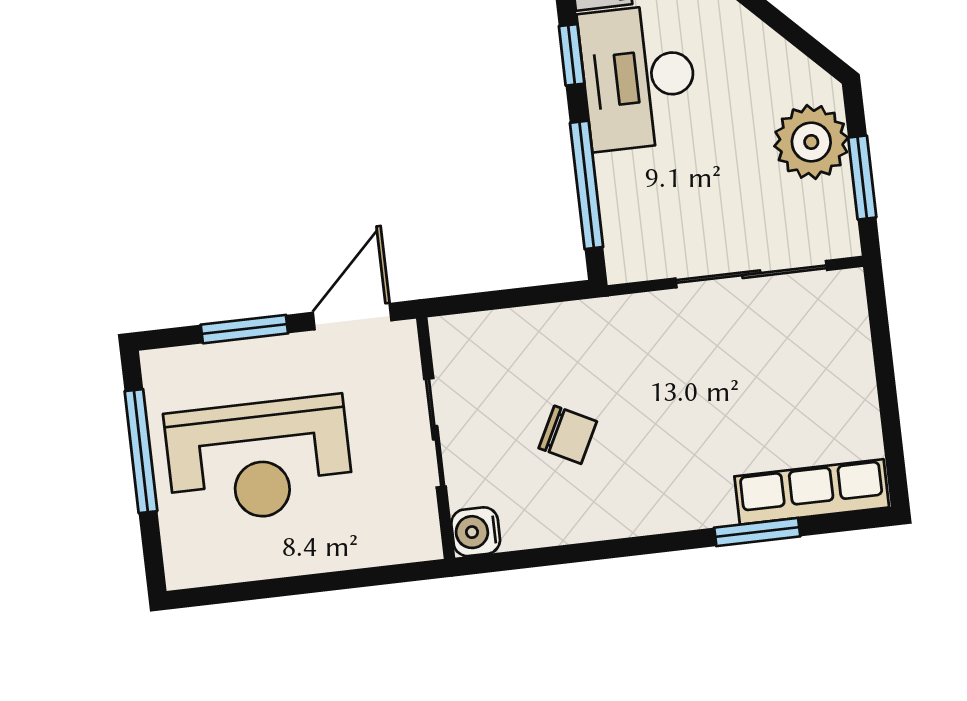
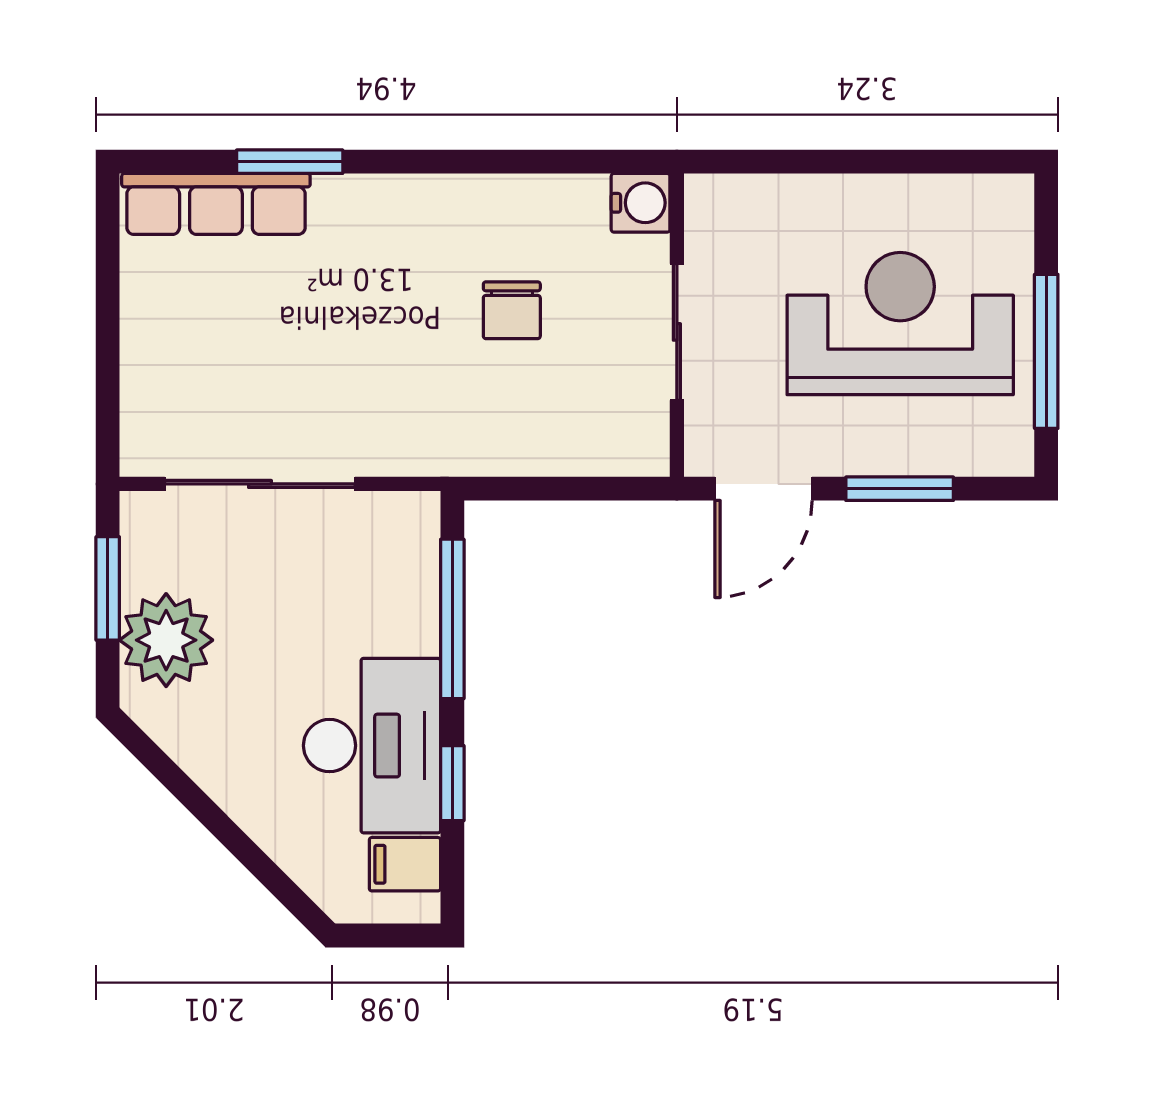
chair: (568, 435) -> (512, 310), turned -117

